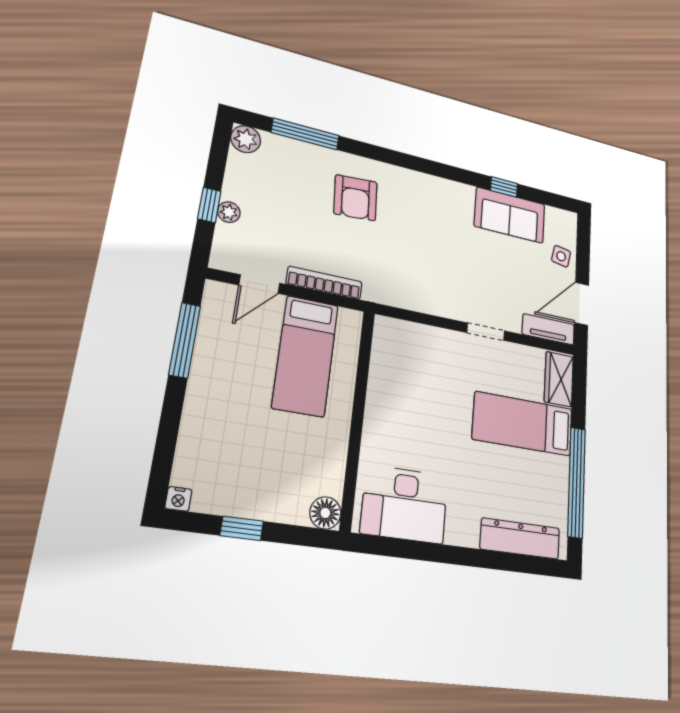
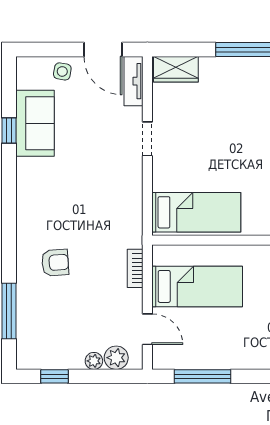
plant: (246, 139) -> (116, 358), moved
armchair: (356, 198) -> (55, 263), width x0.72, depth x0.72
window: (209, 205) -> (54, 376), moved
bookcase: (324, 283) -> (135, 268), width x0.64
bed: (523, 424) -> (196, 212), moved, turned -90

